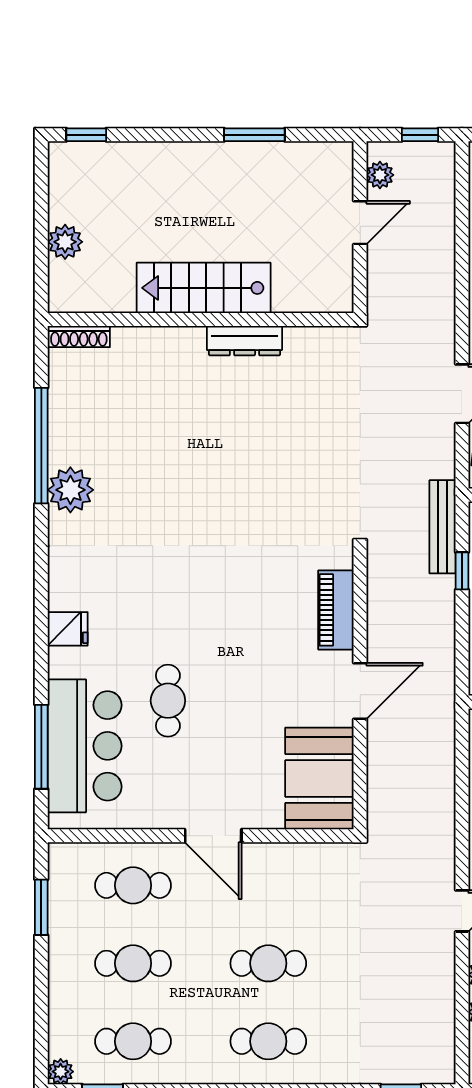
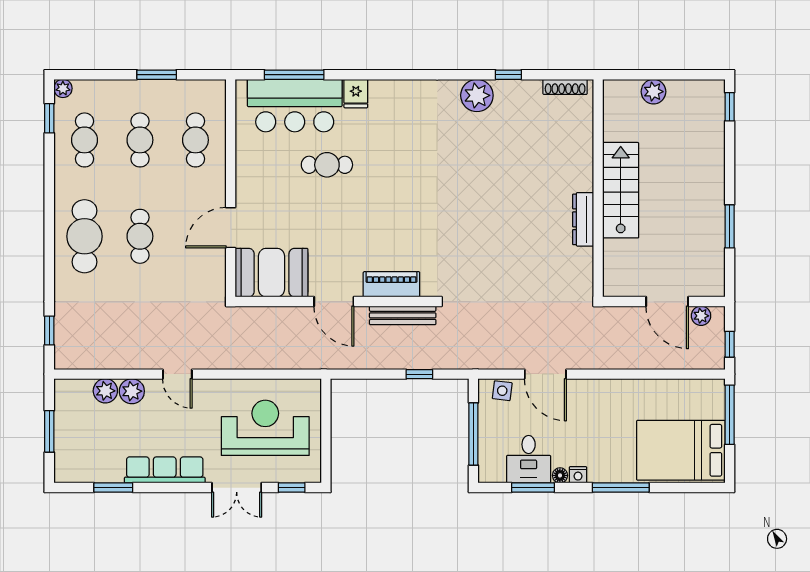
door: (360, 223) -> (667, 302), width x1.38
shoe rack: (79, 337) -> (565, 87), moved, turned -90
window: (41, 446) -> (508, 75), width x0.32
bench: (443, 527) -> (403, 315), moved
fridge: (68, 629) -> (356, 94), moved
door: (213, 836) -> (231, 228), moved
window: (41, 907) -> (157, 75), moved
cafe table: (268, 1041) -> (84, 236), width x1.37, depth x1.35

